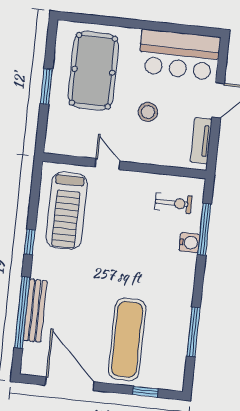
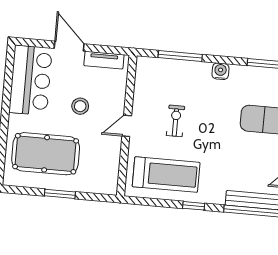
door: (108, 164) -> (127, 126), moved
exercise bike: (173, 203) -> (176, 121), moved
water cooler: (189, 243) -> (220, 71), moved

